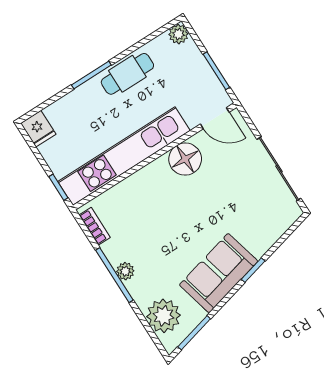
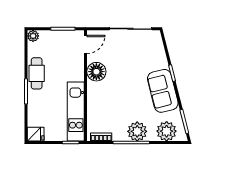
kitchen unit: (124, 156) -> (76, 112), width x0.73
plant: (125, 271) -> (137, 131), width x1.88, depth x1.88

